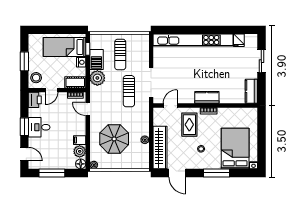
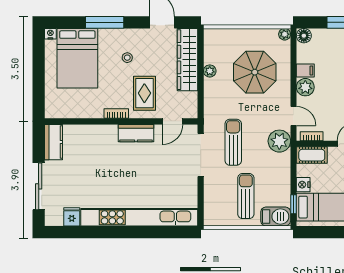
barbecue: (96, 59) -> (276, 216), moved, turned 90
sliding door: (261, 61) -> (39, 186), width x1.37
plant: (97, 78) -> (279, 141), moved
kitchen counter: (207, 97) -> (136, 133), moved
plant: (80, 151) -> (305, 87), moved

